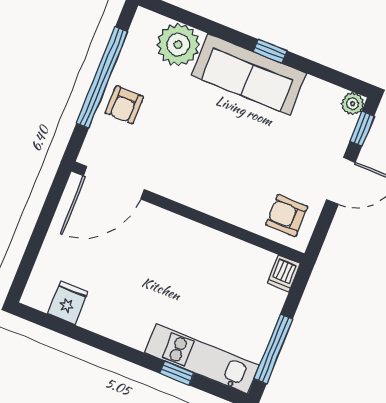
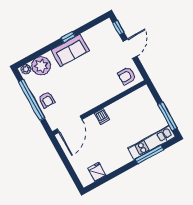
sofa: (249, 74) -> (70, 50), width x0.73
plant: (353, 104) -> (26, 69), moved
dishwasher: (284, 273) -> (102, 116), moved
window: (177, 373) -> (149, 154), width x2.17

